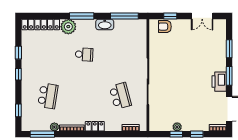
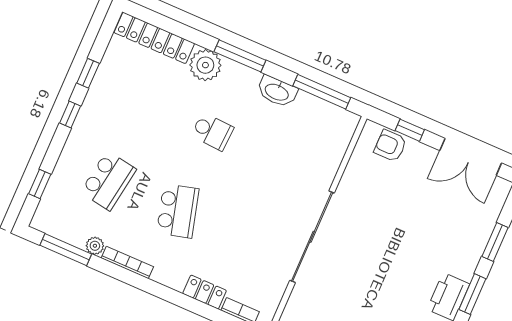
double door: (202, 16) -> (471, 157), width x1.37
school desk: (120, 96) -> (178, 211), moved
locker: (95, 126) -> (205, 292), moved

